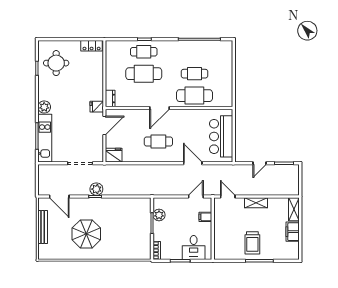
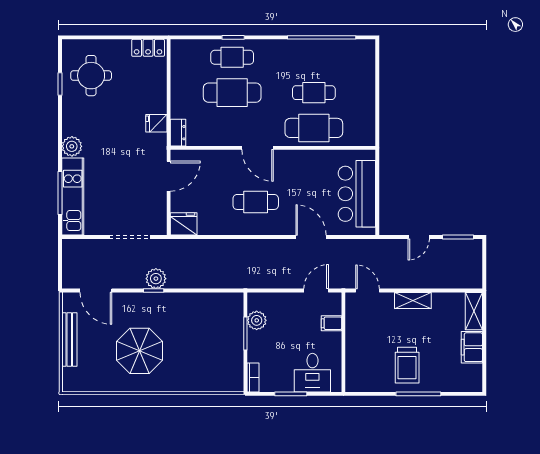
fridge: (97, 107) -> (156, 123), moved
door: (160, 108) -> (258, 148), hinge flipped

